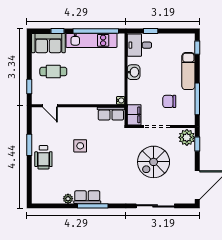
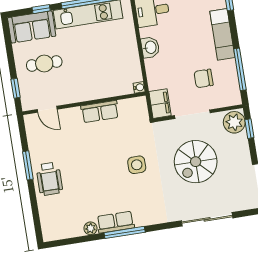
row of seats: (111, 114) -> (100, 112), moved
side table: (80, 146) -> (137, 165), moved

